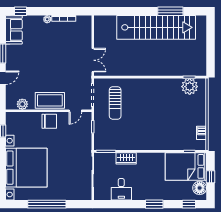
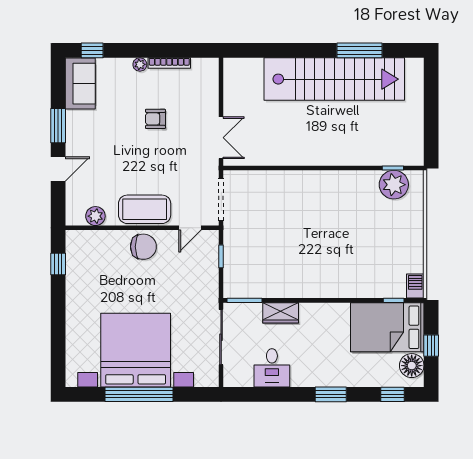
armchair: (56, 50) -> (155, 119), added
sun lounger: (115, 103) -> (261, 214), removed
barbecue: (202, 133) -> (415, 286), moved
bed with nightstands: (26, 168) -> (136, 350), moved, turned -90

